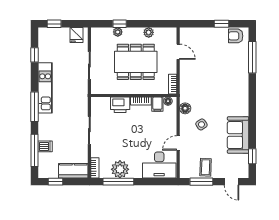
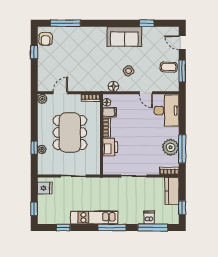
plant: (149, 32) -> (42, 99), moved
sofa: (238, 135) -> (124, 37), moved
window: (252, 156) -> (147, 23), moved
door: (232, 182) -> (182, 43), swing flipped

